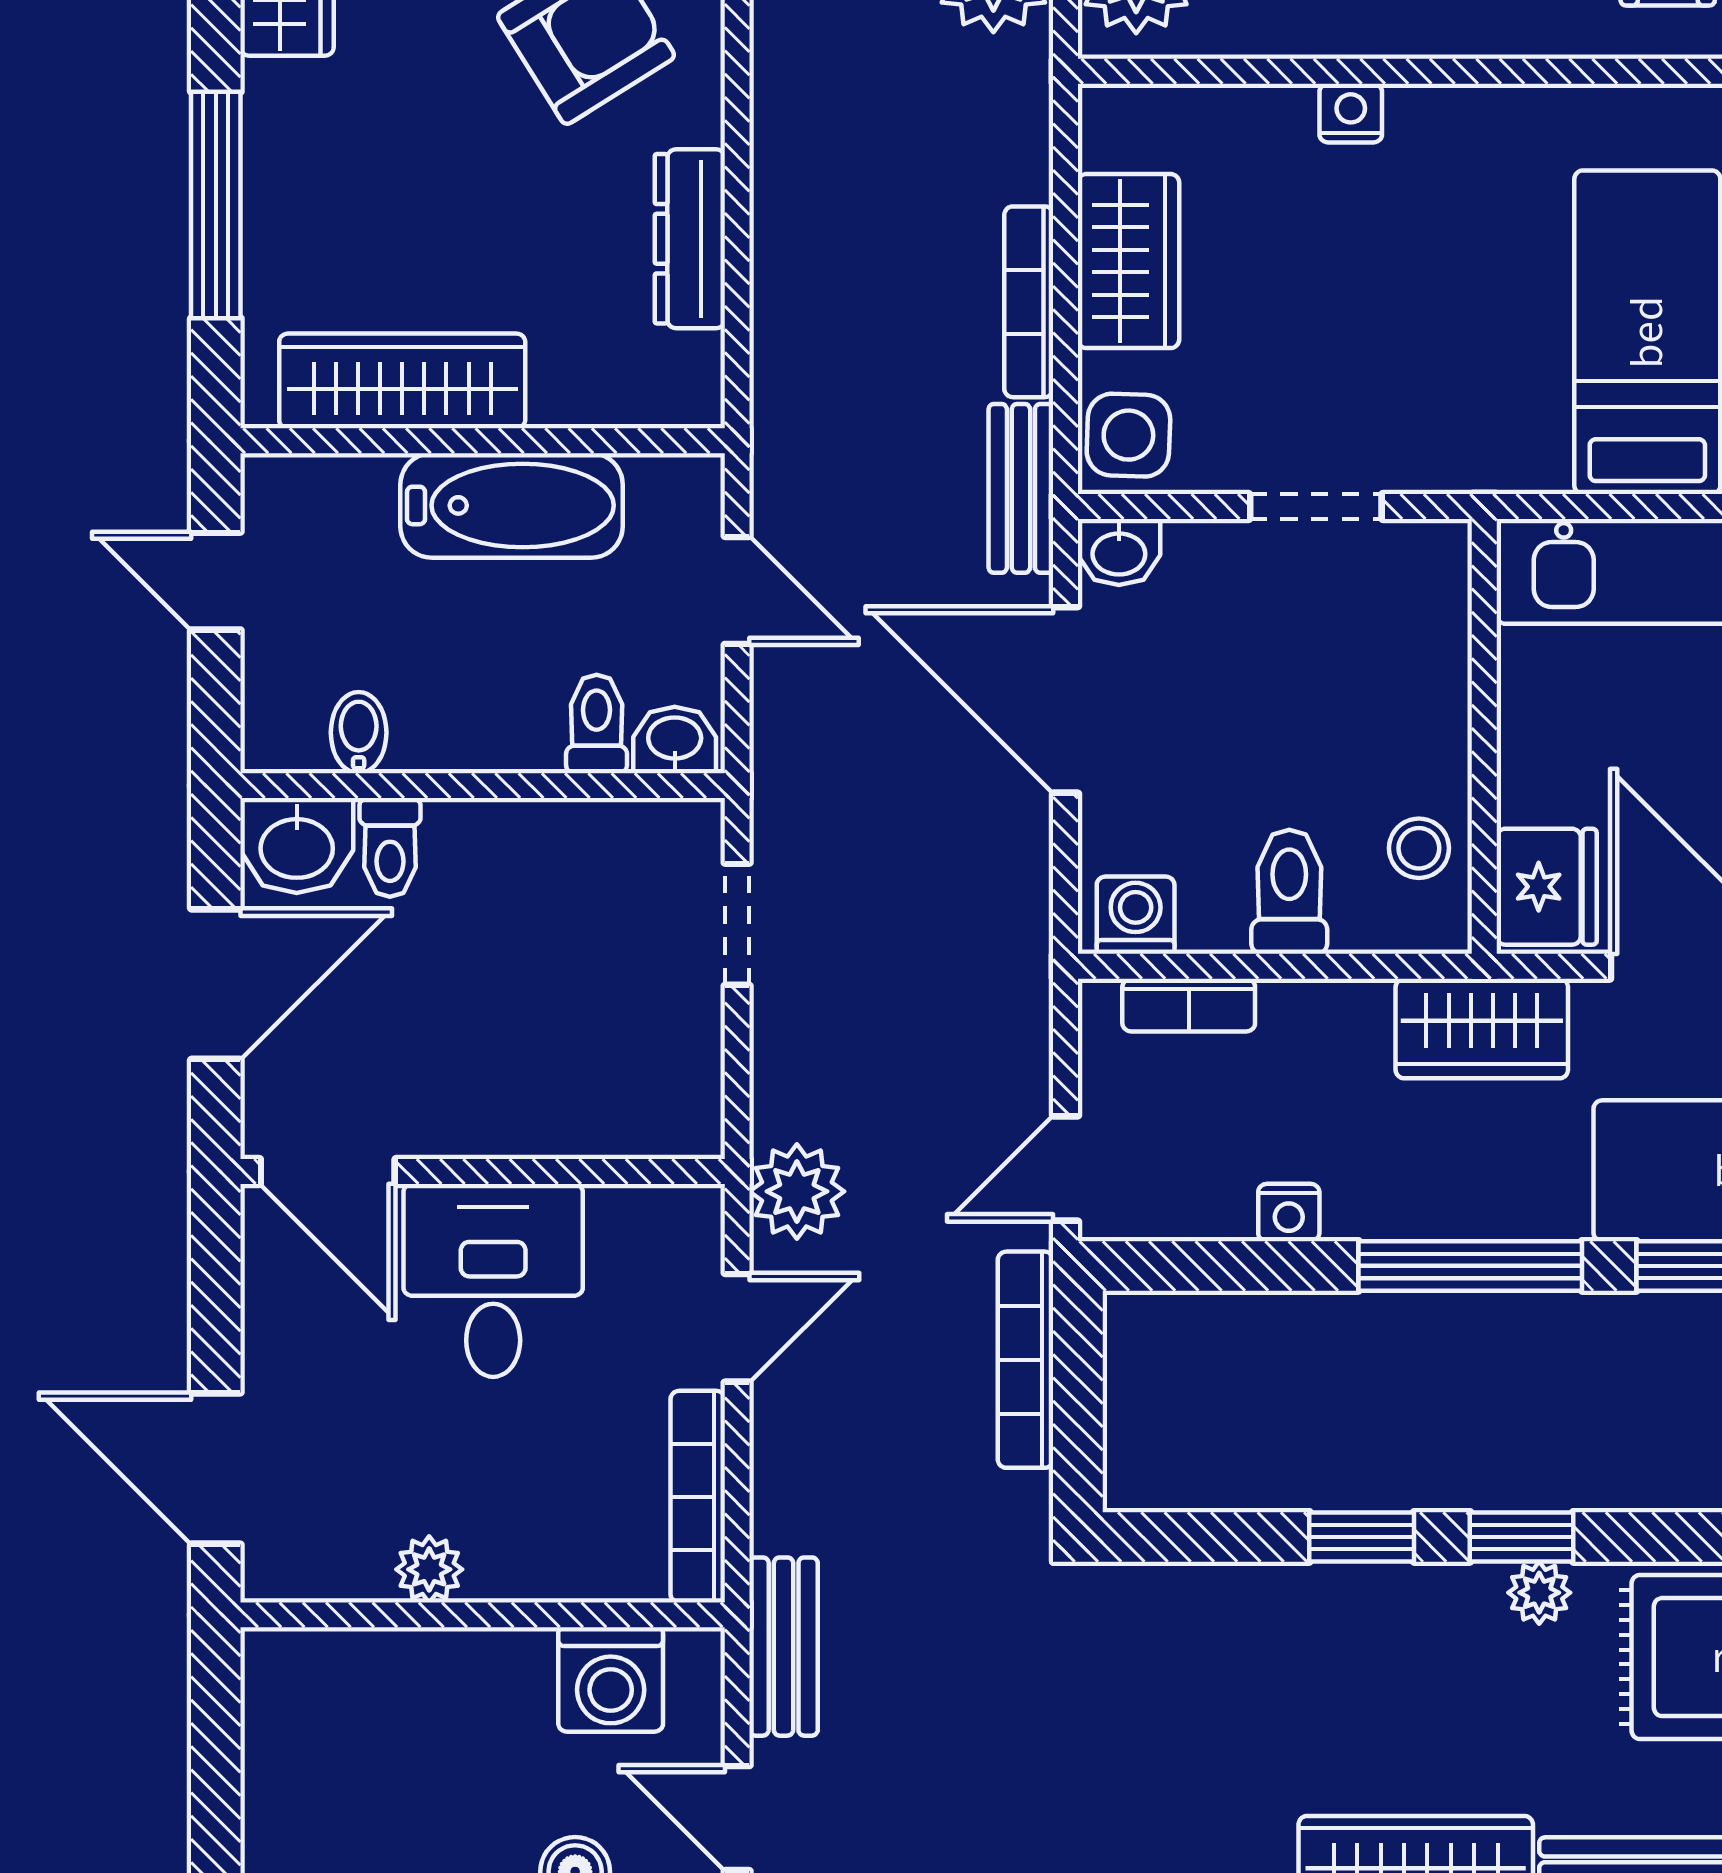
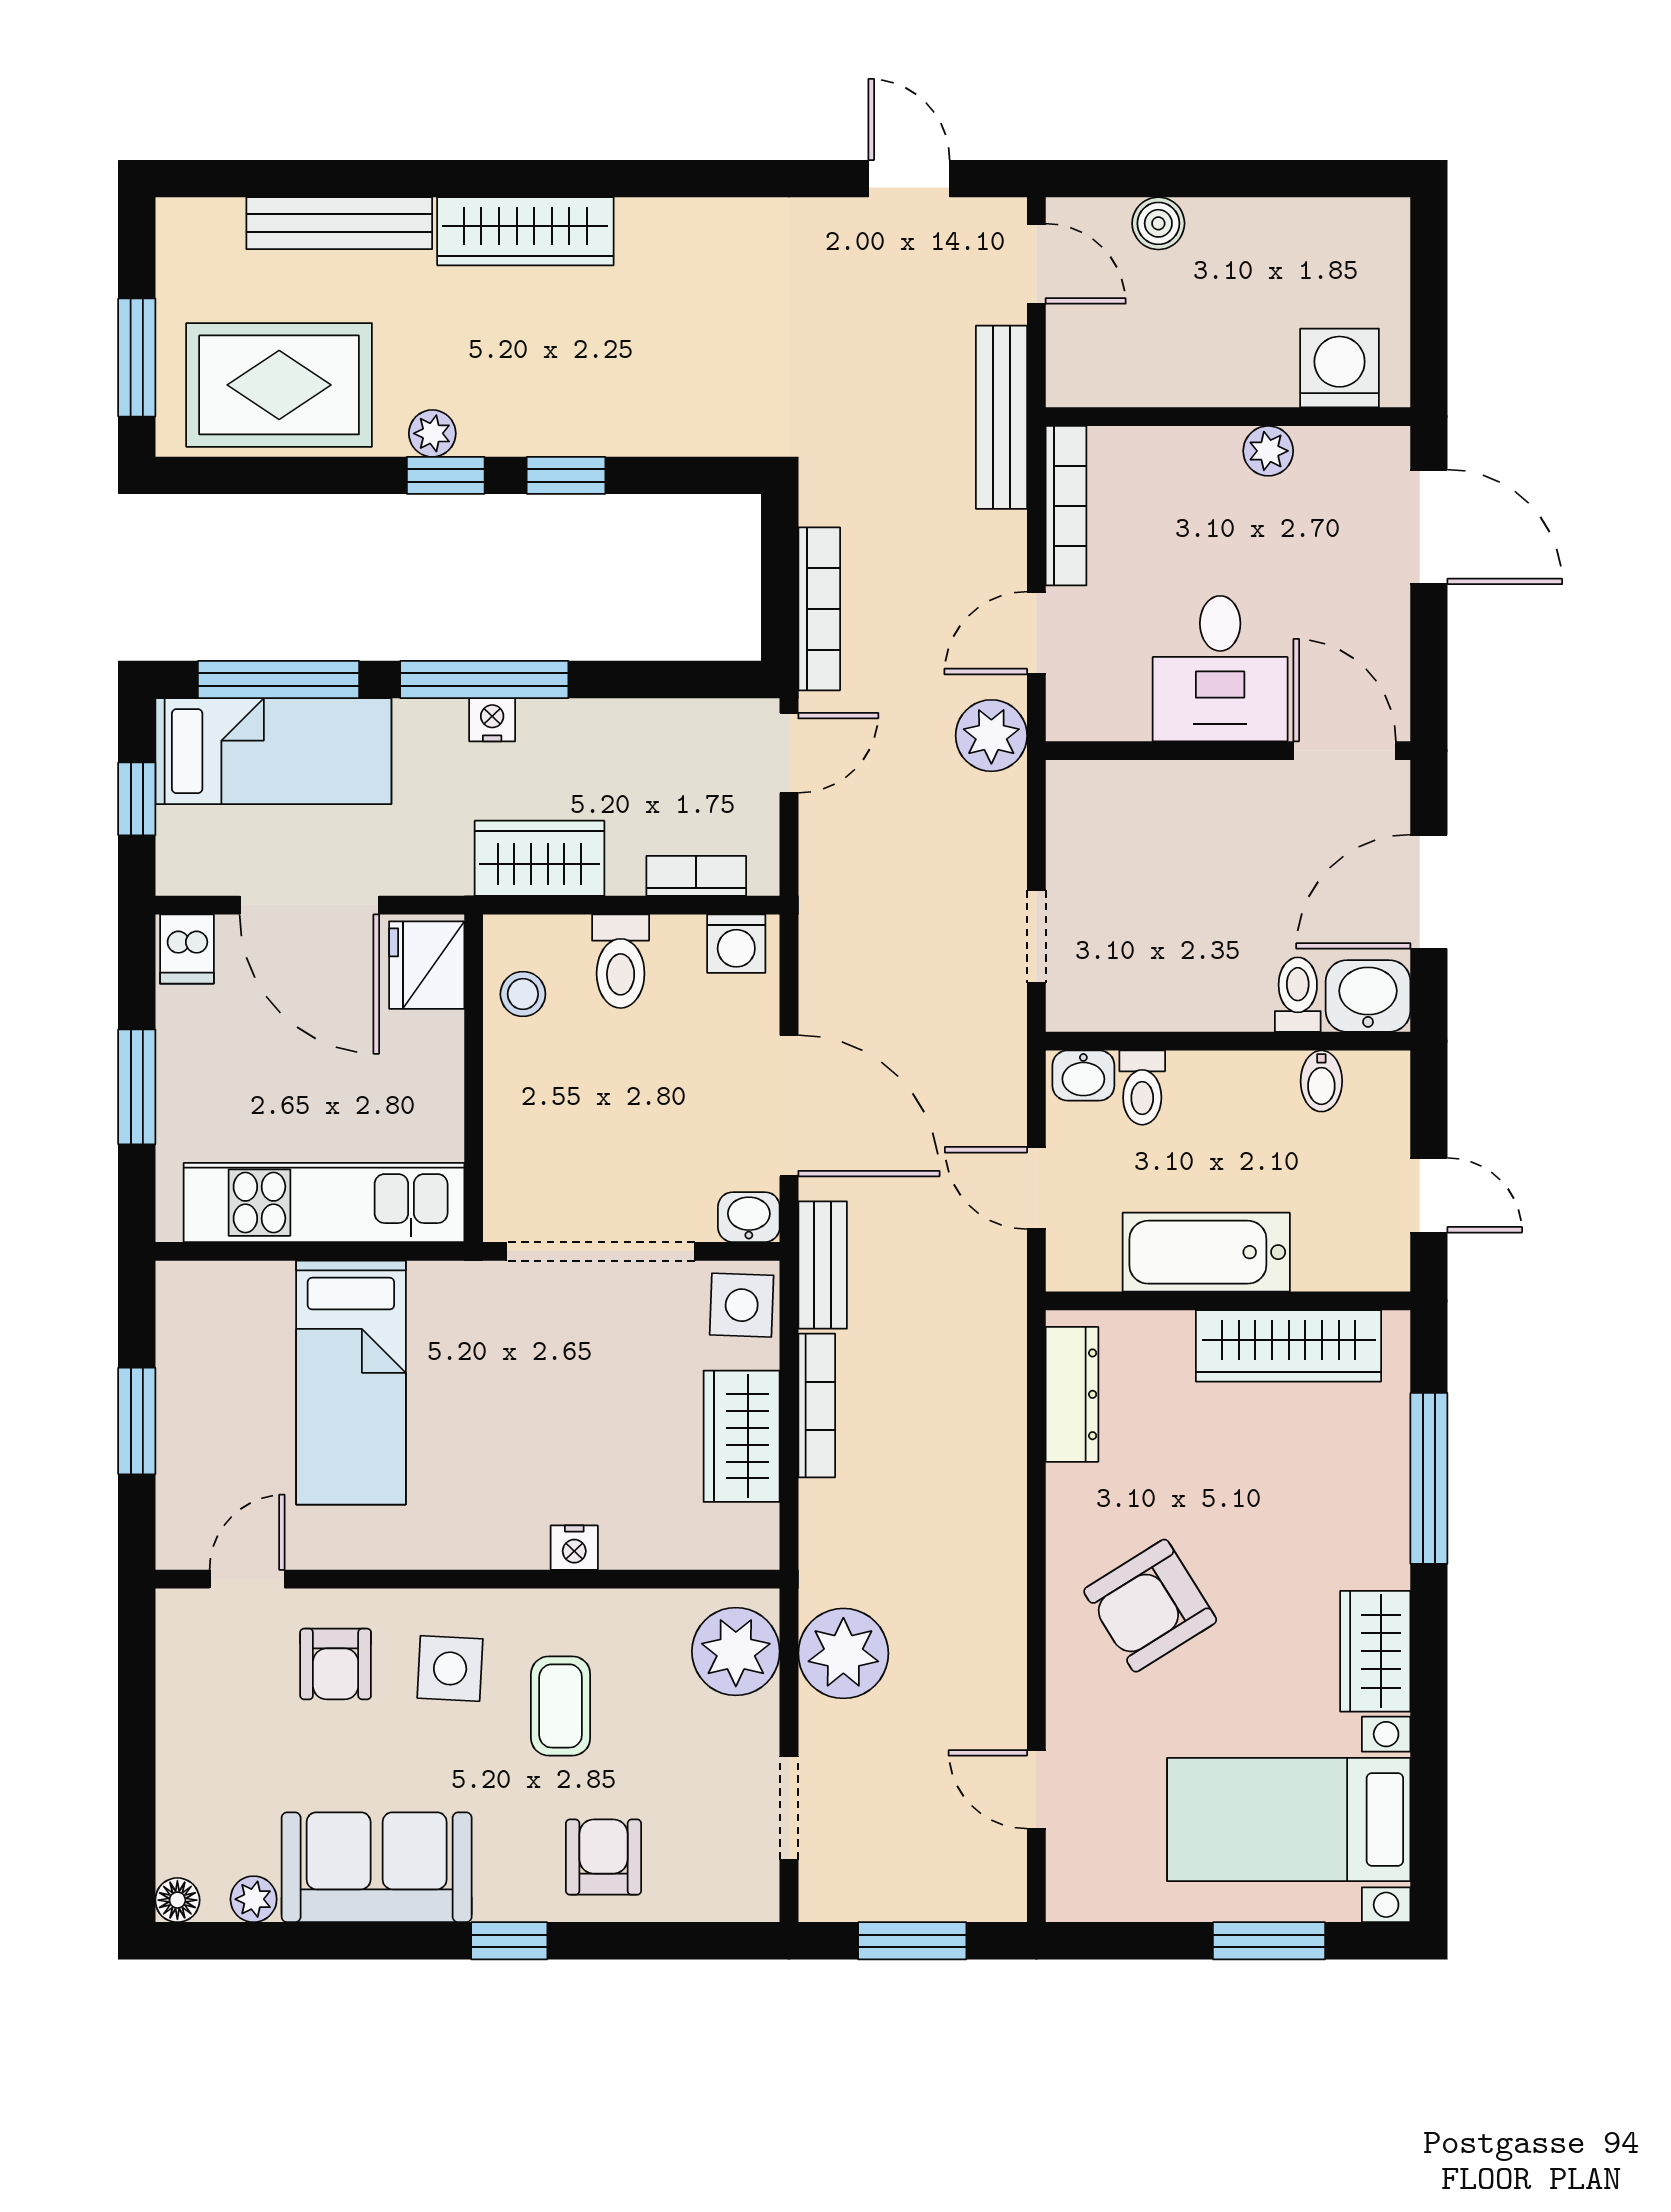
dresser: (690, 239) -> (1072, 1394), moved
doorway: (1316, 506) -> (601, 1251), width x1.87
wardrobe: (1482, 1029) -> (539, 858), moved
nightstand: (1289, 1212) -> (492, 720), moved
bench: (784, 1647) -> (1001, 417), width x1.36
washing machine: (611, 1680) -> (1340, 368), moved

